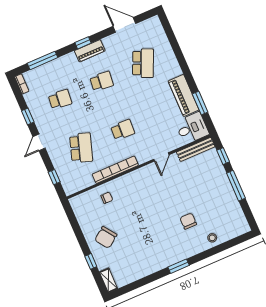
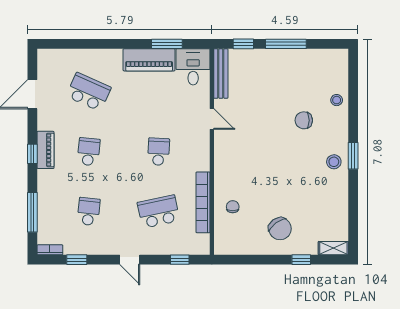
window: (28, 116) -> (77, 260), moved
school desk: (81, 148) -> (159, 212), turned -30
bookcase: (115, 170) -> (203, 202), moved
stool: (169, 255) -> (334, 162), added

